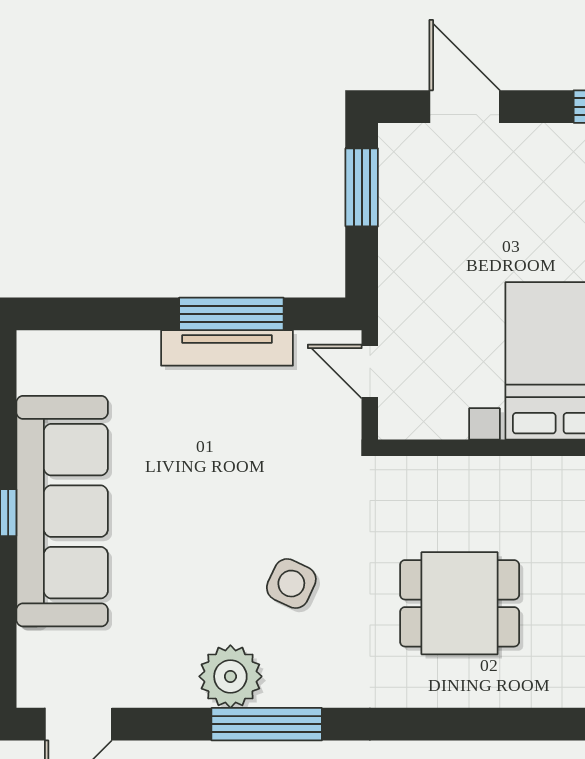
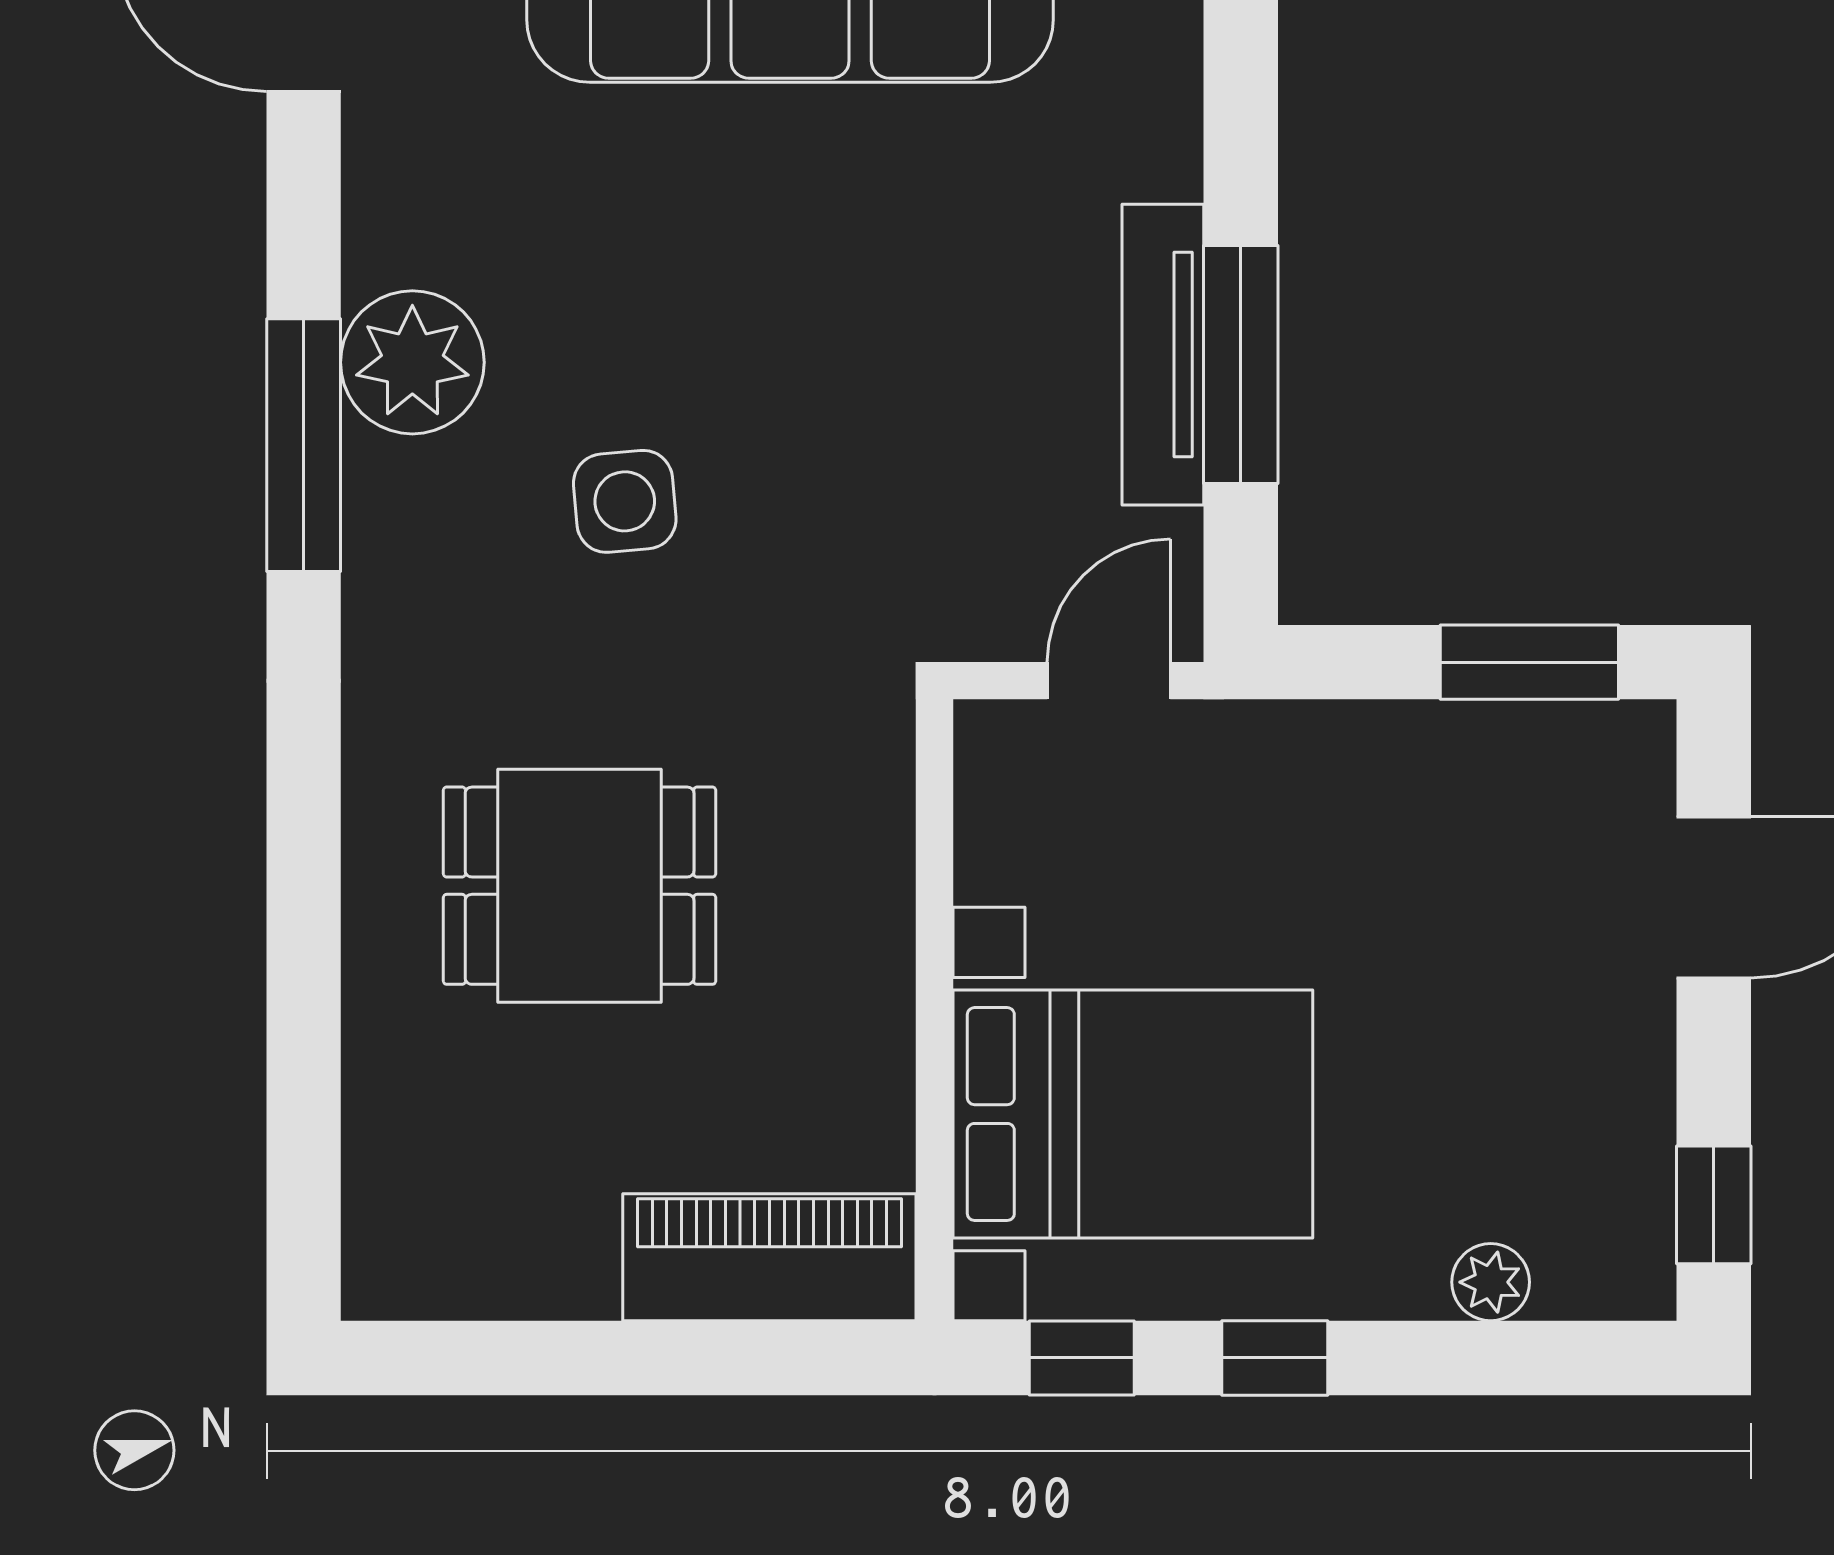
side table: (291, 584) -> (625, 501), turned -30
dining table: (460, 603) -> (580, 886), turned 90

